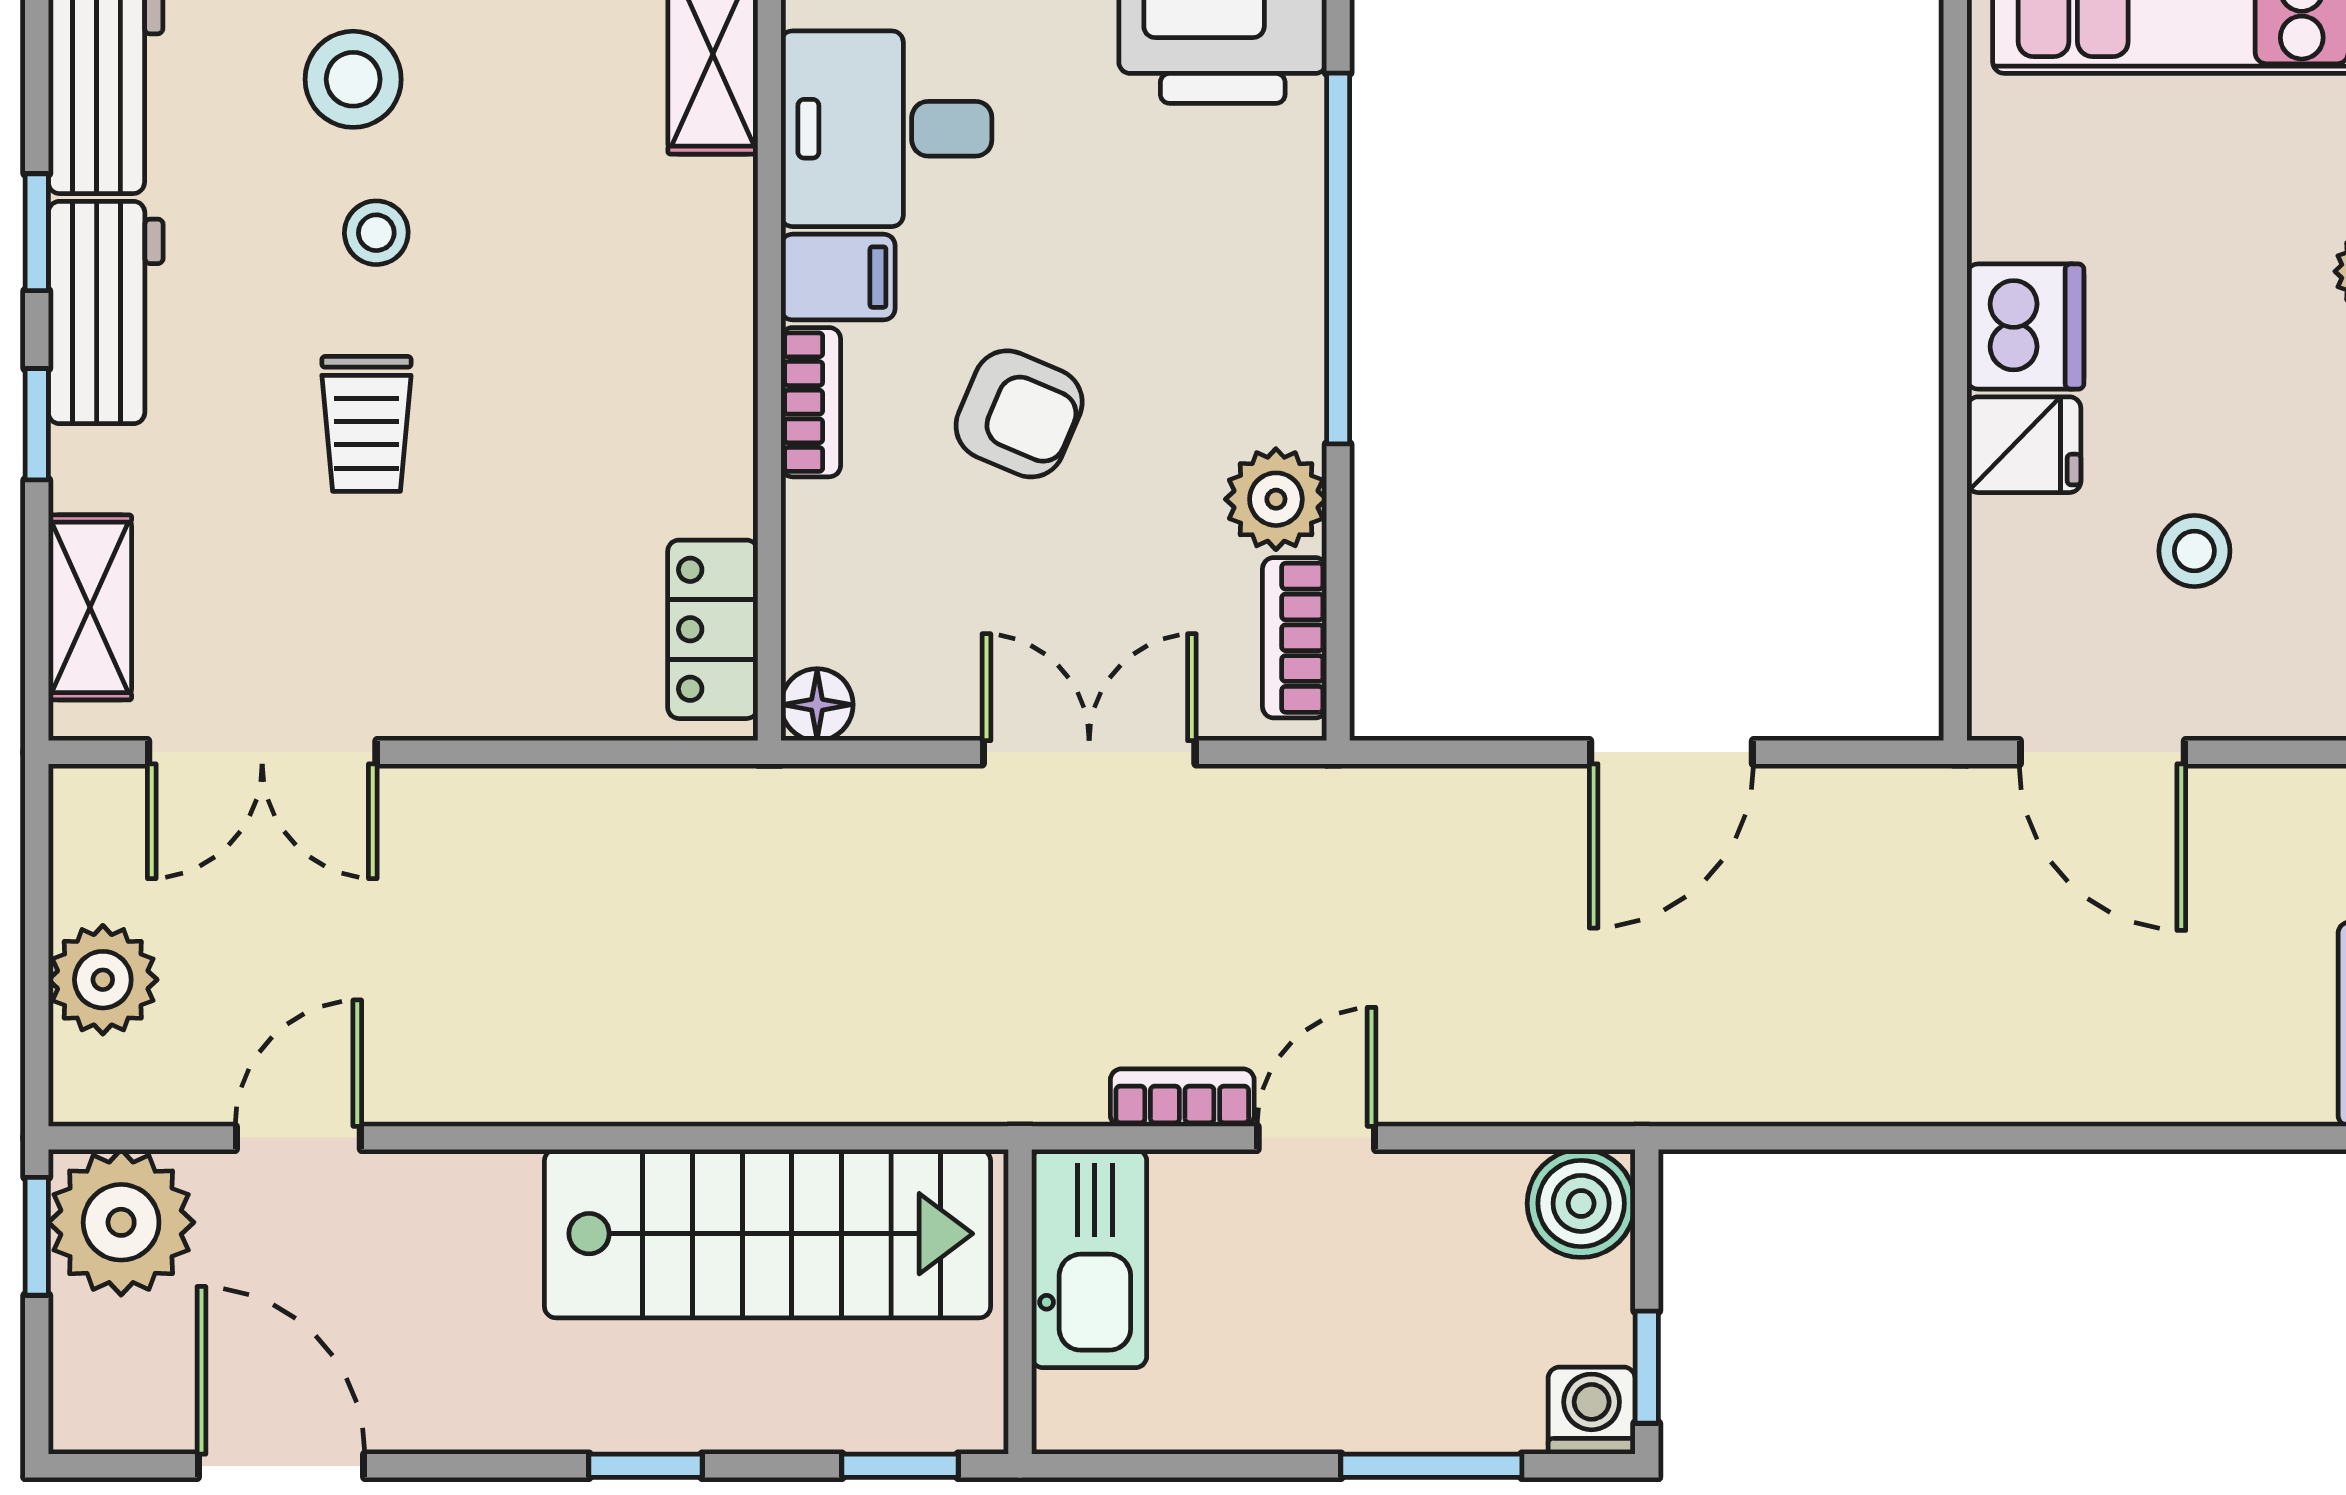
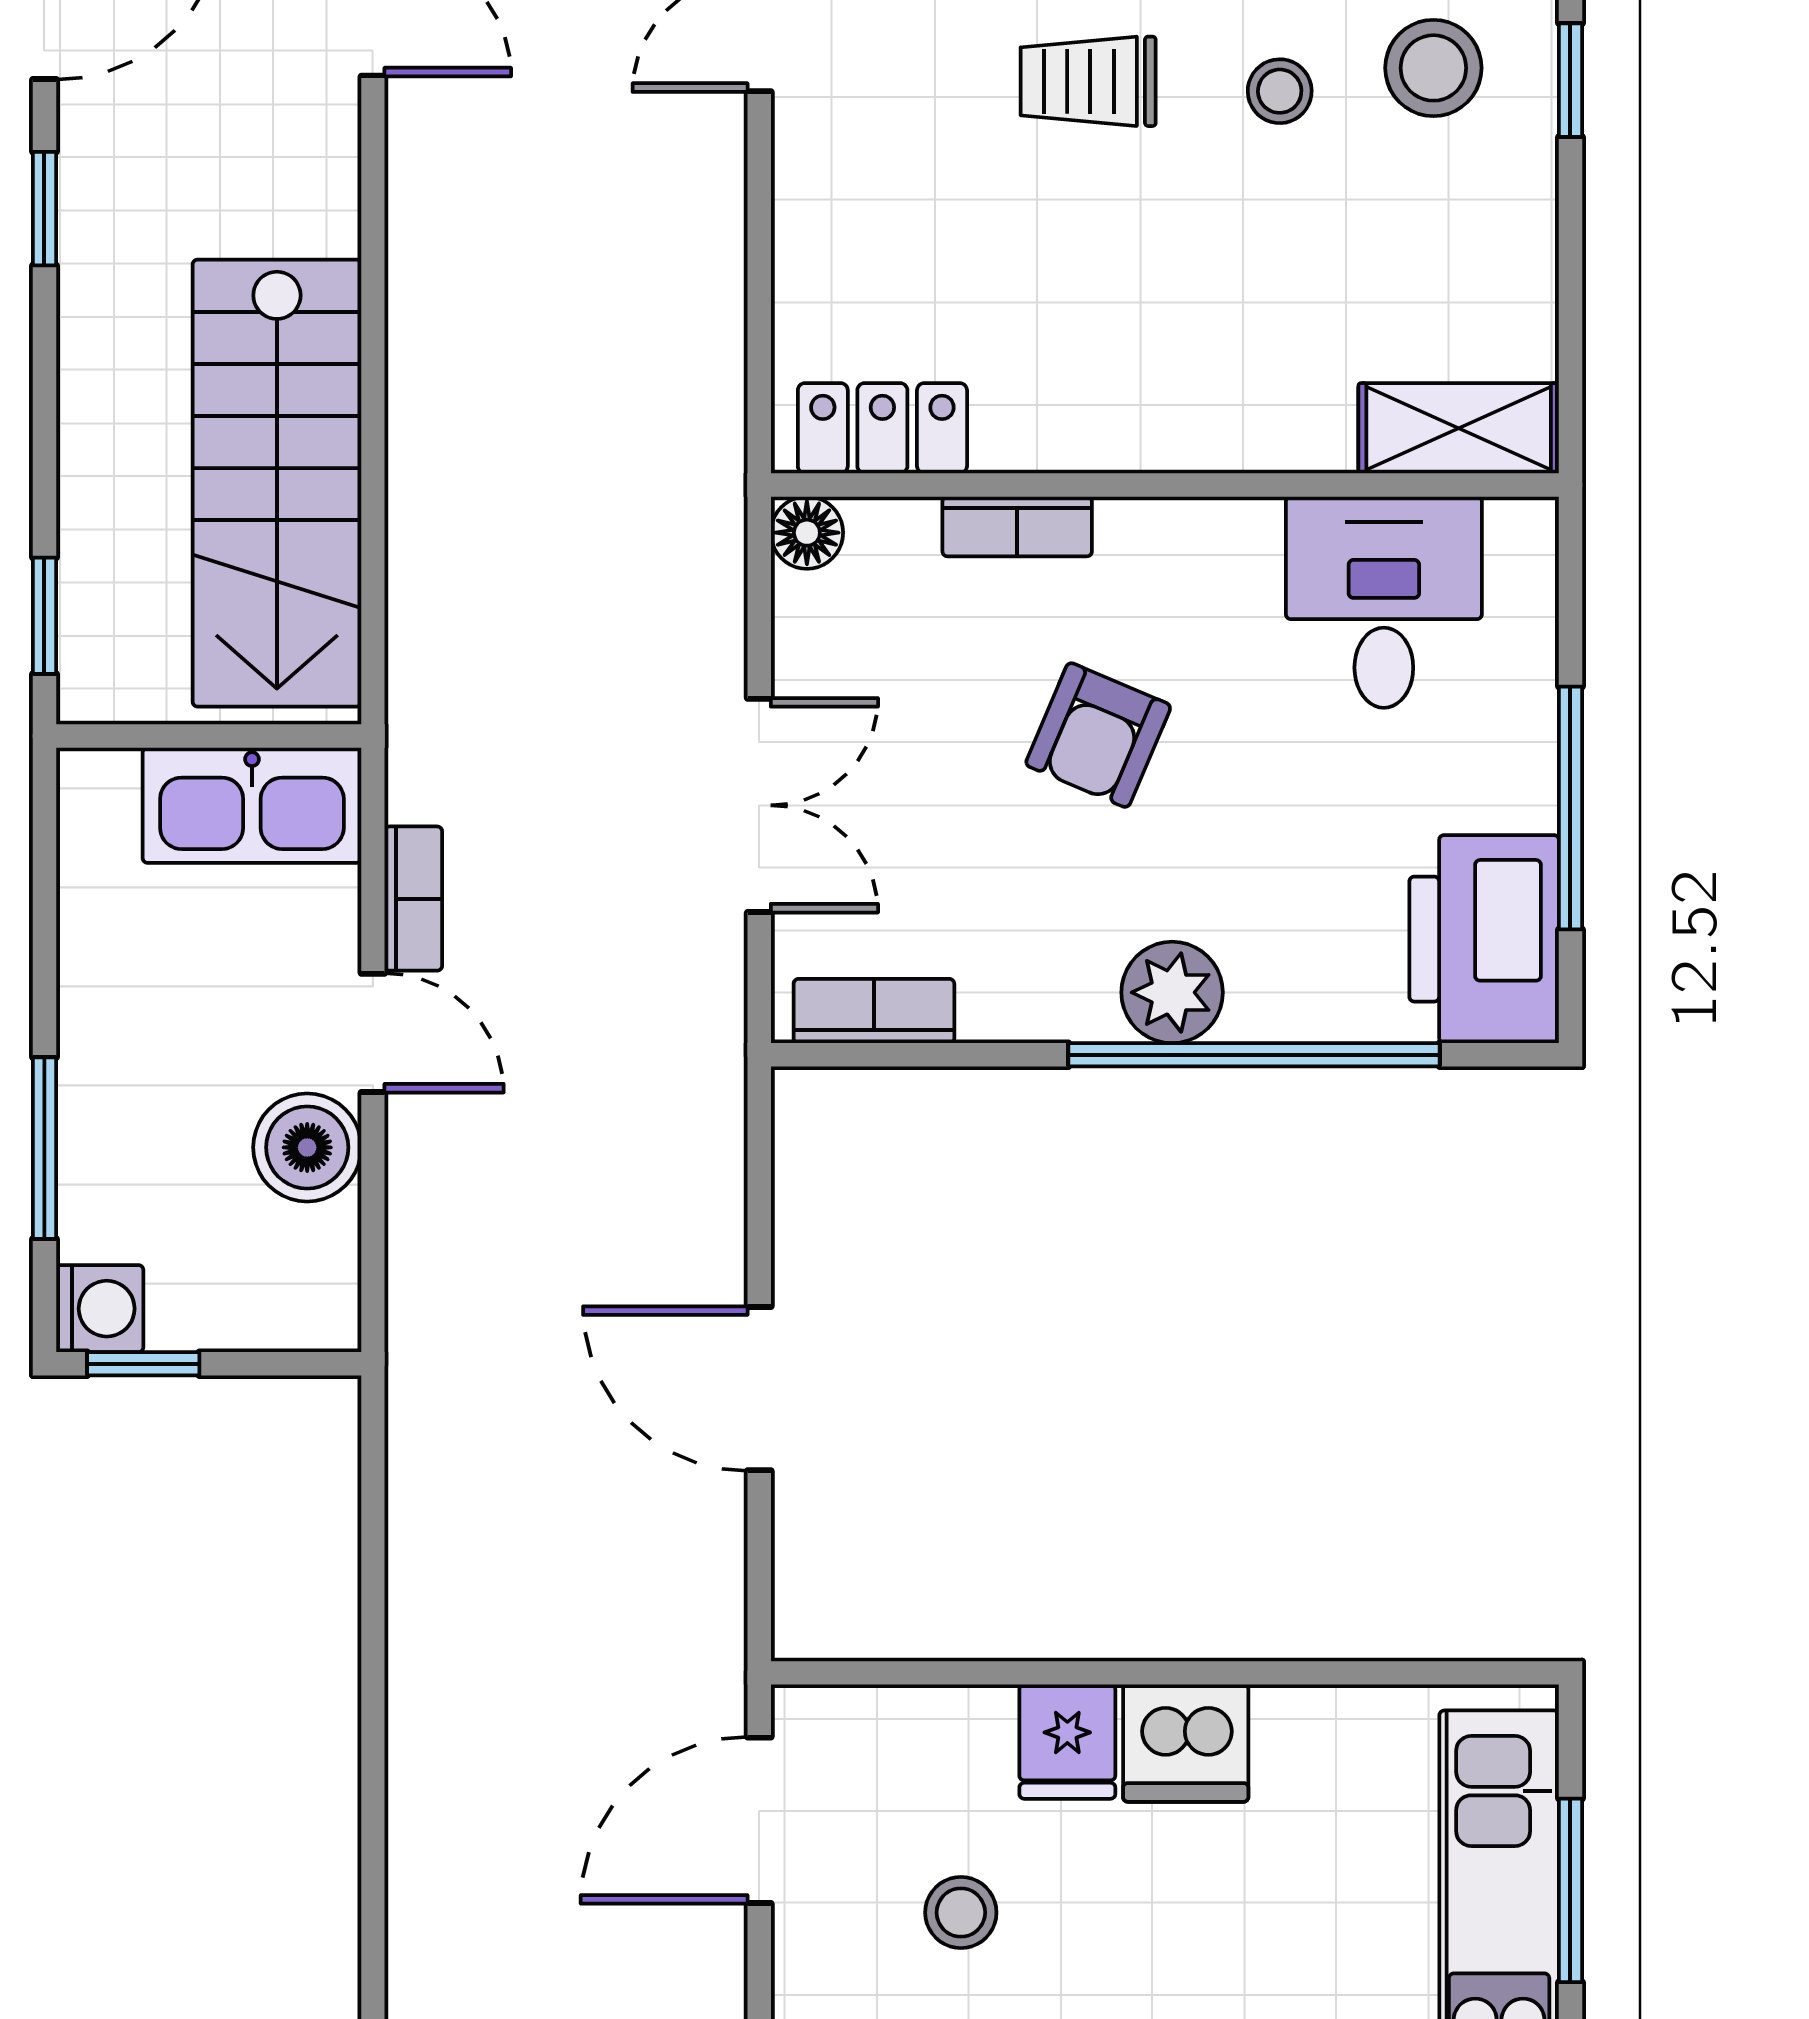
filing cabinet: (838, 277) -> (1235, 554), removed
bookcase: (811, 402) -> (1017, 526), moved
plant: (1276, 499) -> (1172, 992), moved
boiler: (1581, 1203) -> (307, 1147), moved
window: (645, 1466) -> (44, 209), moved

